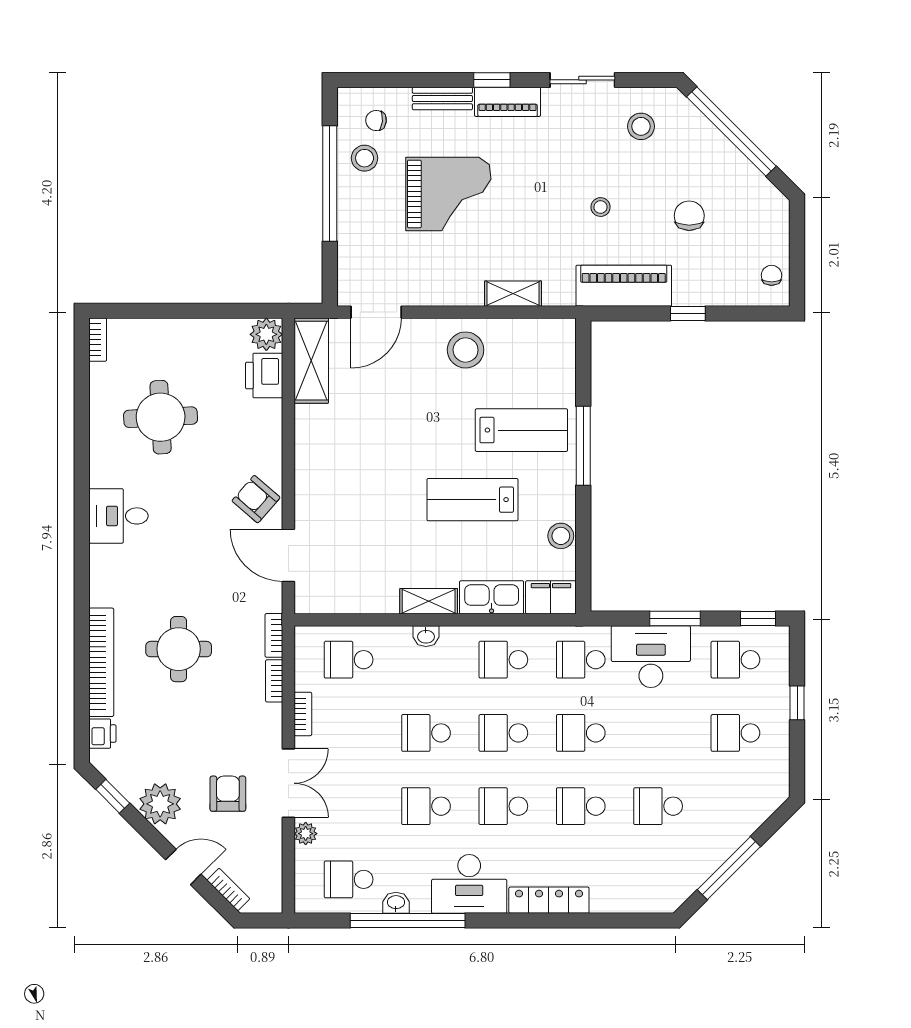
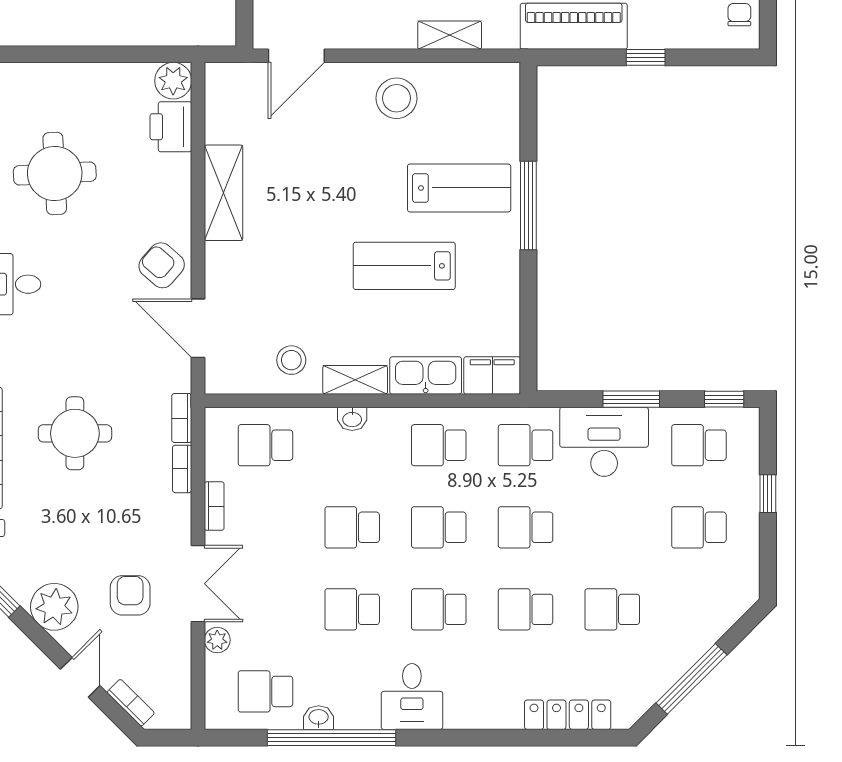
shelving: (311, 361) -> (224, 193), moved
stool: (561, 536) -> (291, 360), moved
door: (183, 867) -> (80, 677), hinge flipped
desk: (469, 884) -> (412, 697), width x0.73
locker: (549, 900) -> (568, 715), moved

